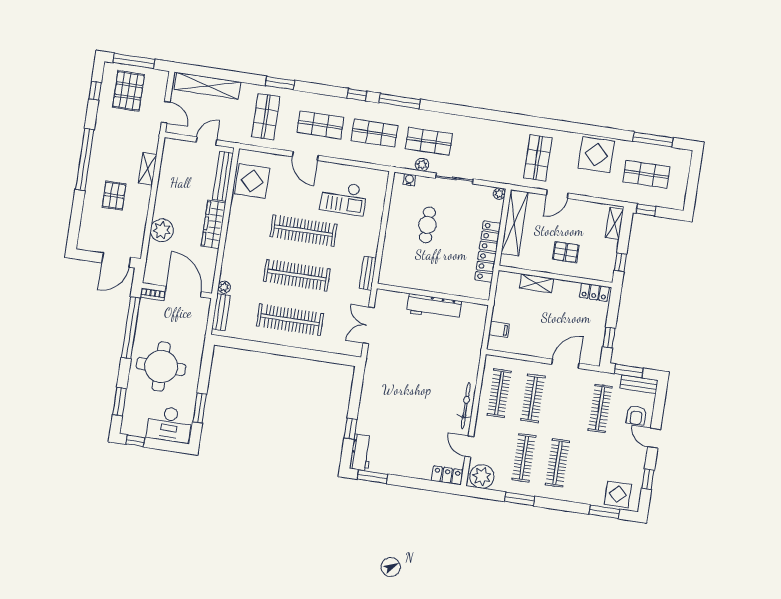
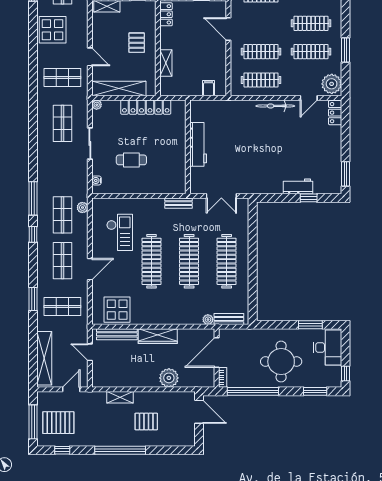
shop shelf: (429, 141) -> (62, 123), moved
plant: (422, 165) -> (82, 208), moved
workbench: (361, 452) -> (298, 186), moved

